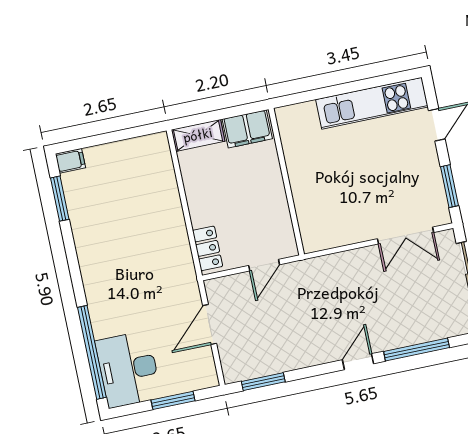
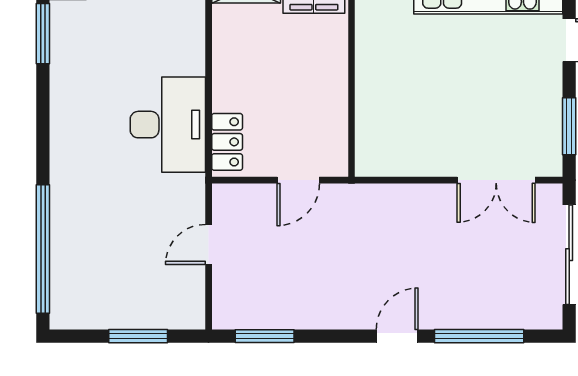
door: (210, 324) -> (209, 244), width x0.73
desk: (128, 369) -> (168, 125), moved, turned 180

